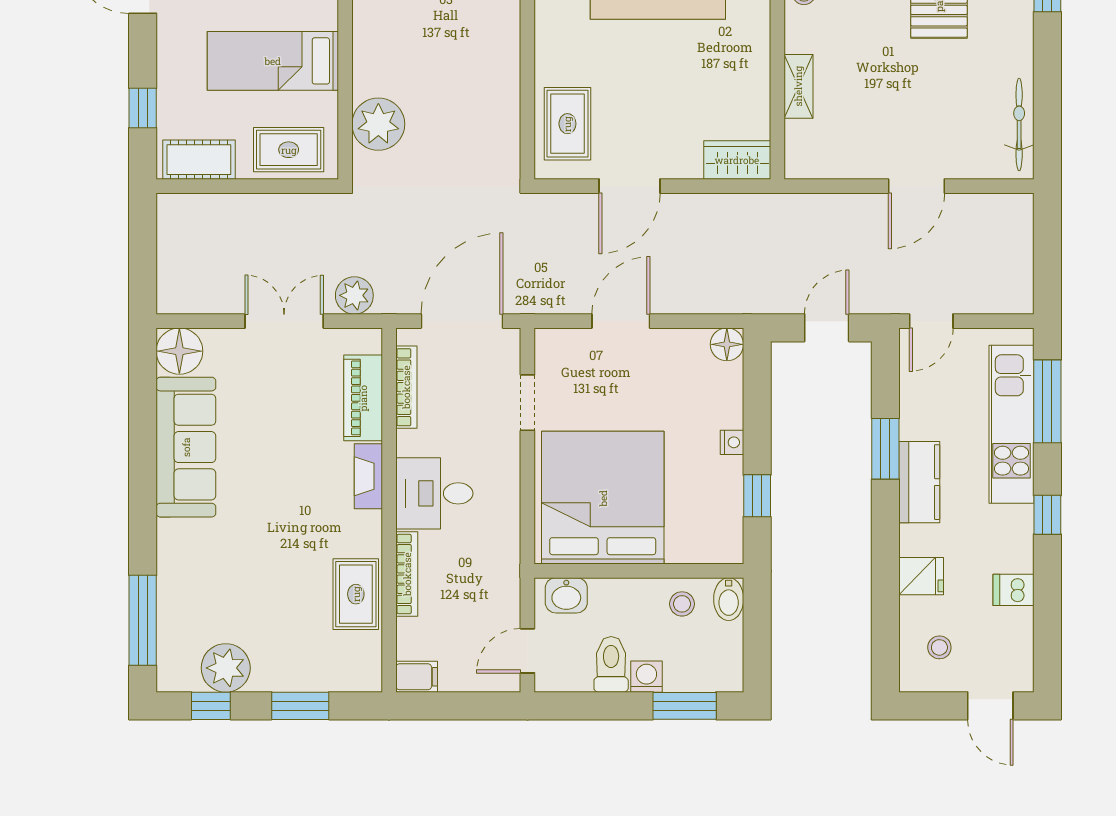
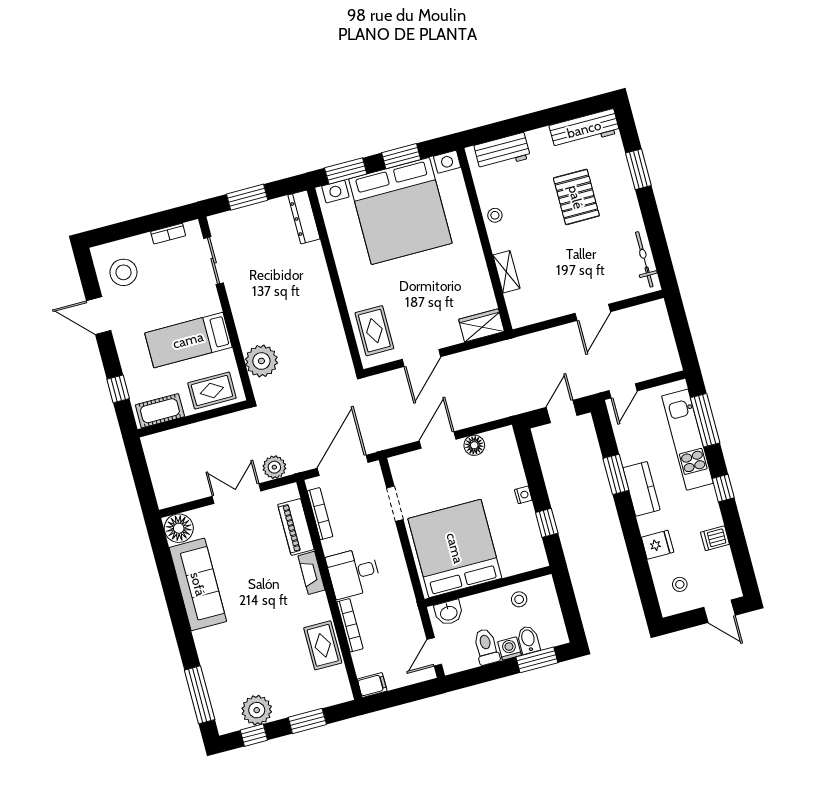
floor lamp: (727, 344) -> (474, 445), moved
bidet: (729, 599) -> (528, 640), moved, turned 180

